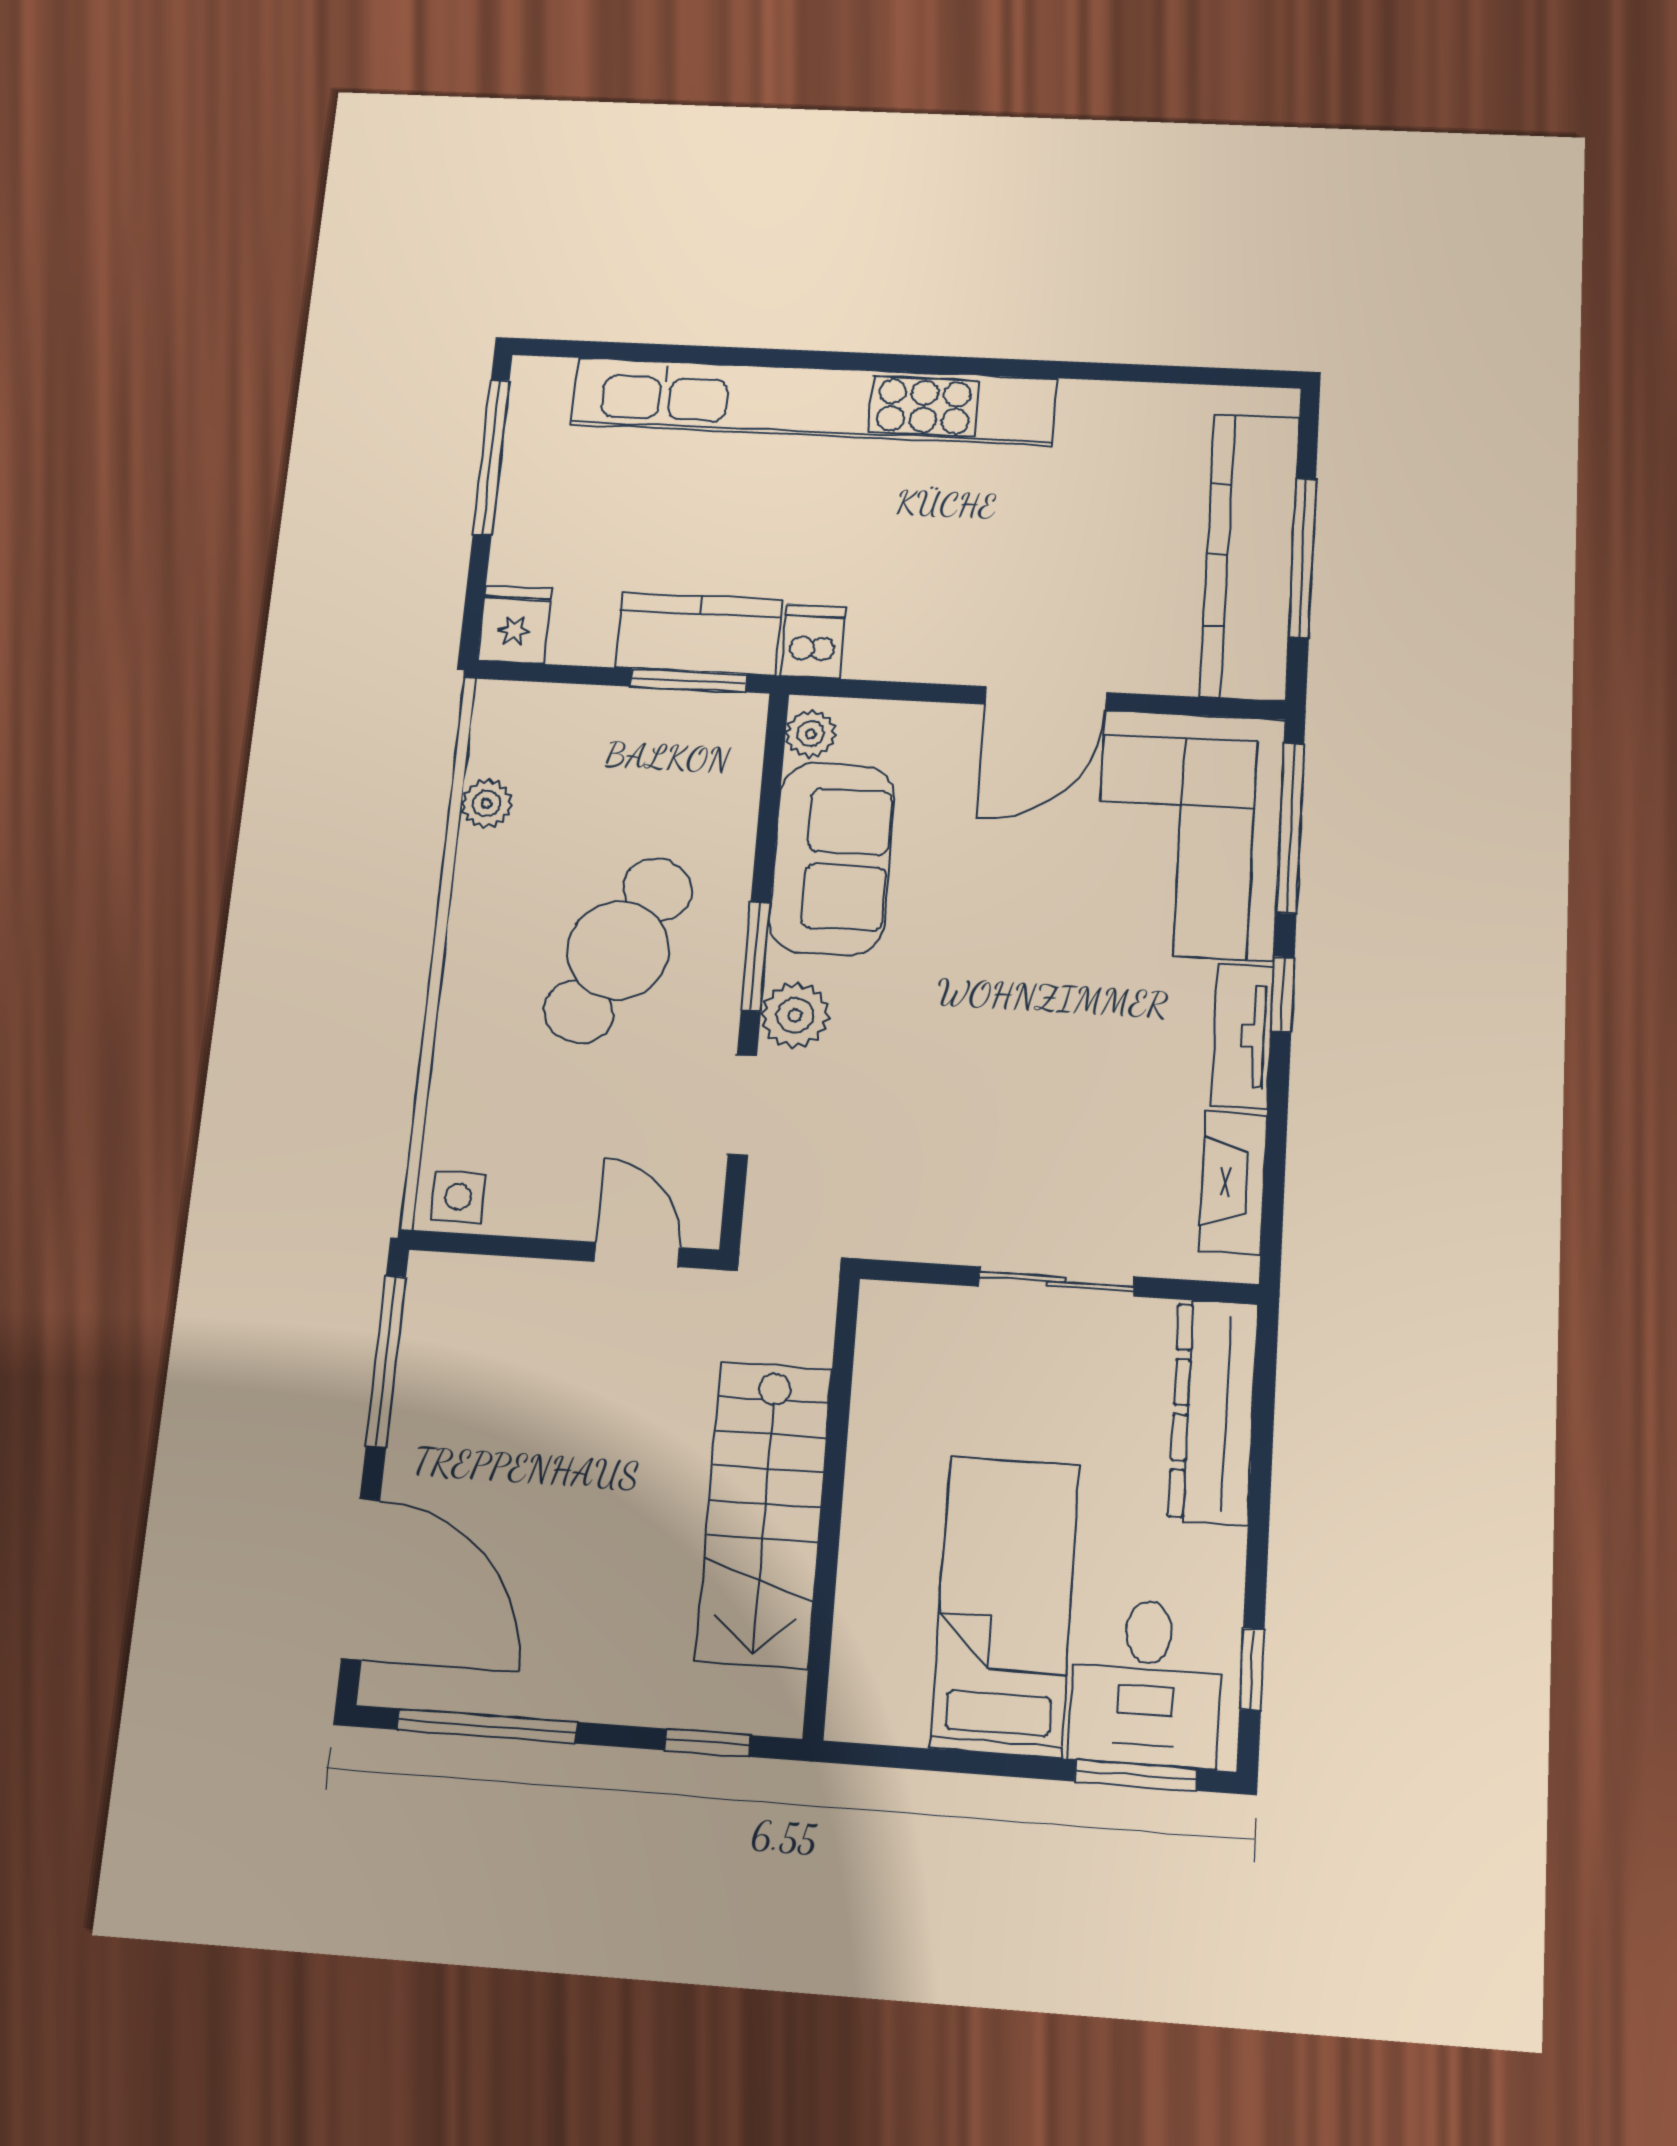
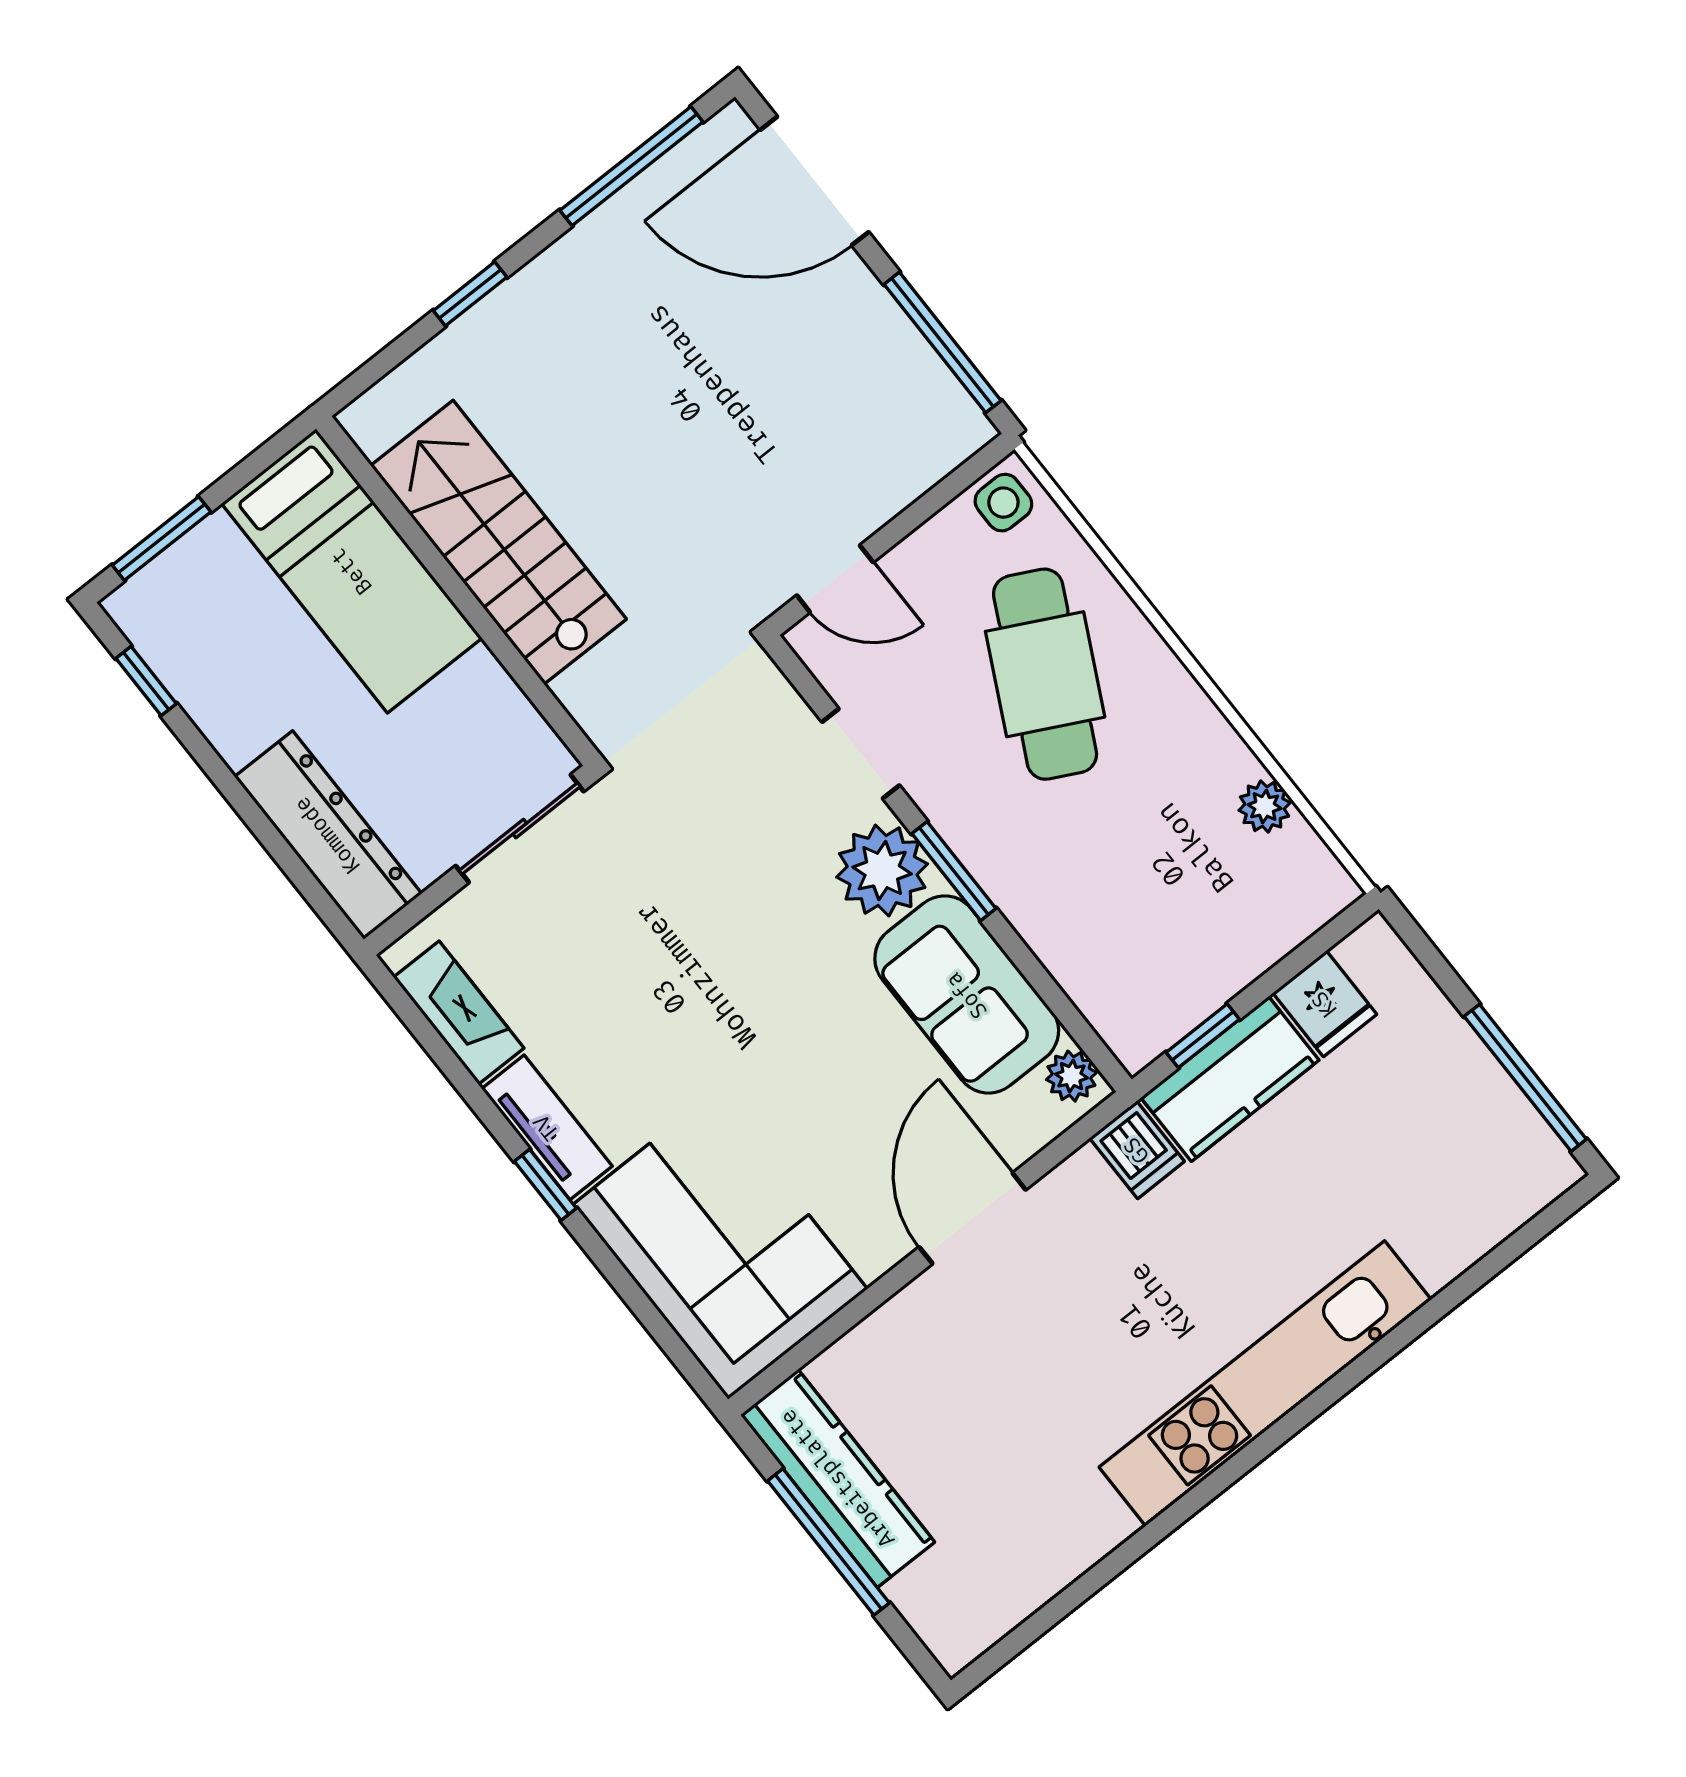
kitchen unit: (813, 402) -> (1265, 1383), width x0.73
kitchen counter: (1250, 556) -> (838, 1478), width x0.72, depth x0.86
fridge: (515, 625) -> (1325, 1004), moved
window: (689, 680) -> (1203, 1036), width x0.67
door: (1045, 698) -> (972, 1218), moved
window: (1290, 828) -> (651, 1318), removed
cafe table: (618, 950) -> (1045, 674), moved
plant: (795, 1015) -> (882, 870), width x1.36, depth x1.36
wall: (832, 1505) -> (457, 591), moved
stairs: (764, 1514) -> (499, 542), moved
desk: (1146, 1682) -> (210, 607), removed

